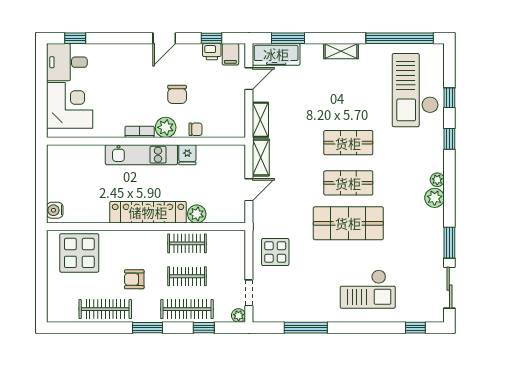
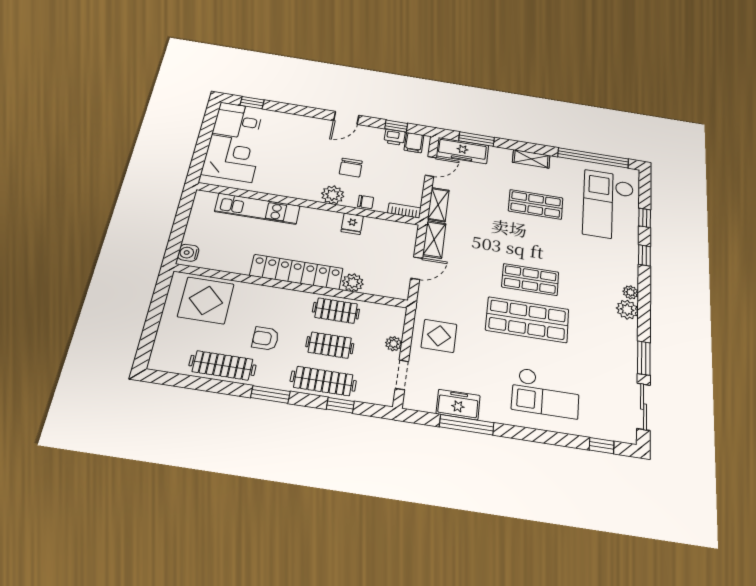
bookcase: (140, 132) -> (404, 210), moved
shop shelf: (348, 143) -> (536, 204), moved
kitchen unit: (141, 155) -> (257, 209), moved
freezer: (297, 311) -> (458, 405), added
plant: (239, 316) -> (394, 344), moved

